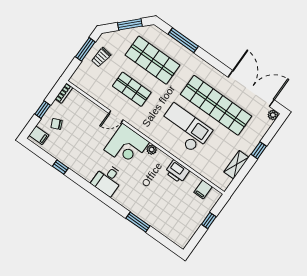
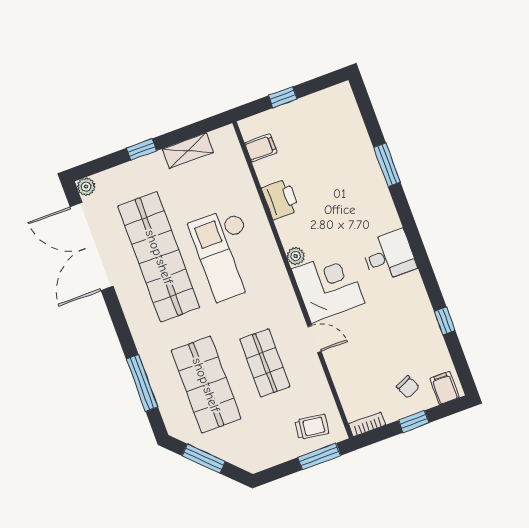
window: (85, 49) -> (319, 456), moved
trolley: (101, 57) -> (312, 427), moved

